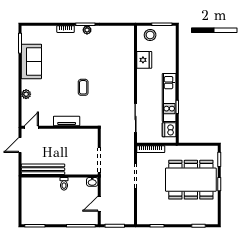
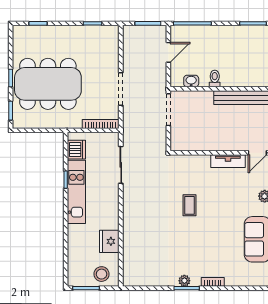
tv unit: (67, 121) -> (228, 161), moved
washbasin: (92, 182) -> (191, 81), moved

